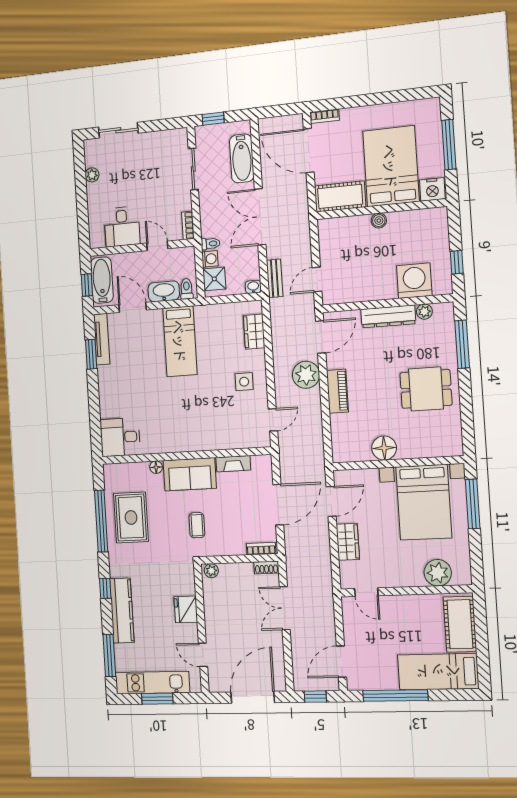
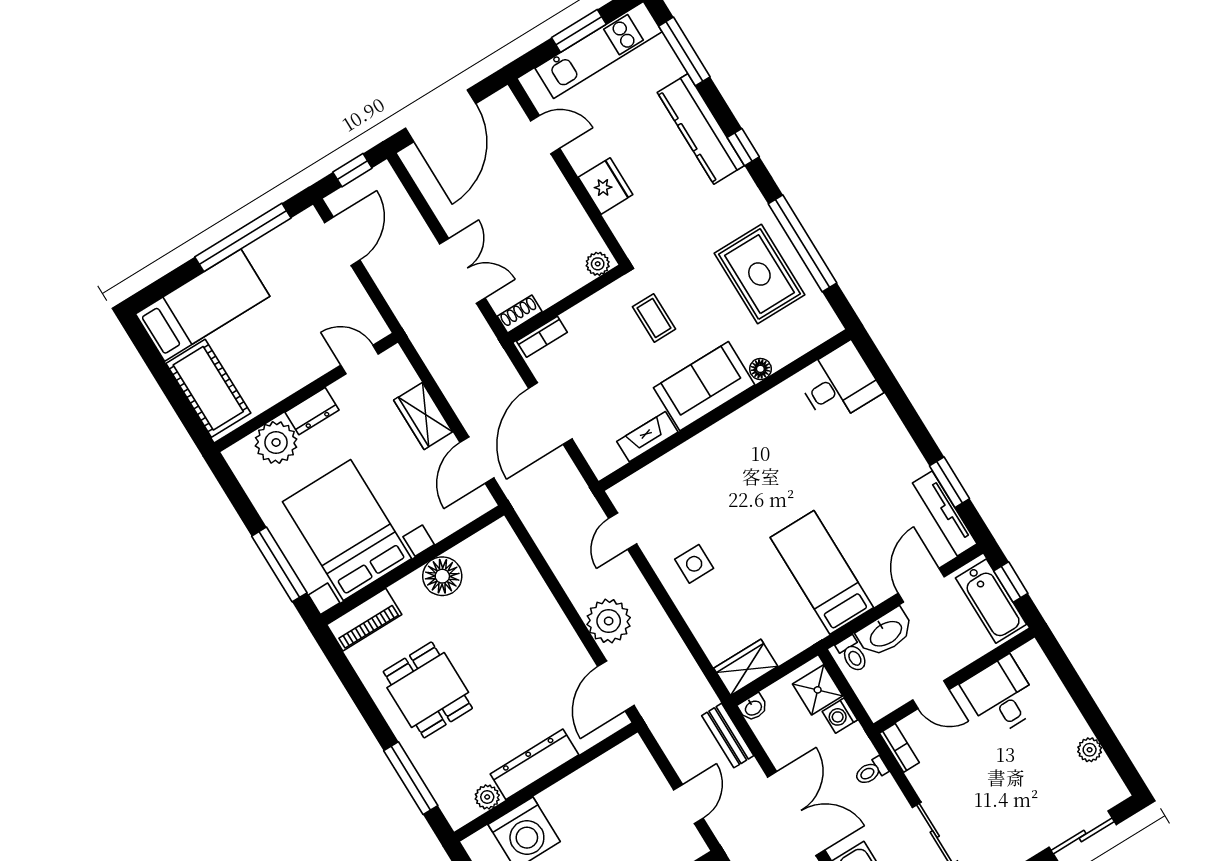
toilet: (210, 244) -> (871, 771), moved
door: (317, 279) -> (688, 804), moved
door: (133, 307) -> (921, 585), swing flipped
wardrobe: (254, 332) -> (746, 667), moved, turned -90
dining table: (426, 389) -> (428, 690), turned 90
piano: (337, 391) -> (364, 620), moved, turned -90
dresser: (408, 579) -> (312, 411), added

